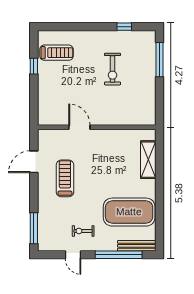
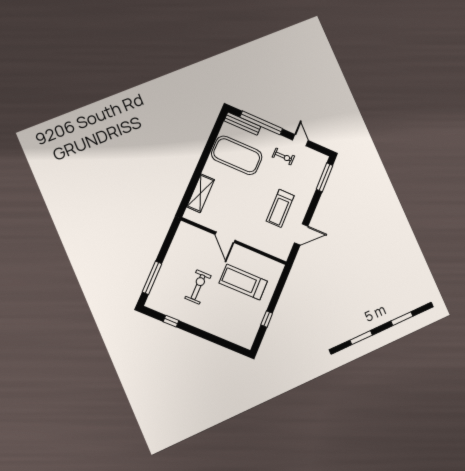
treadmill: (56, 53) -> (243, 282), moved, width x1.37, depth x1.38
door: (79, 127) -> (225, 237), moved

